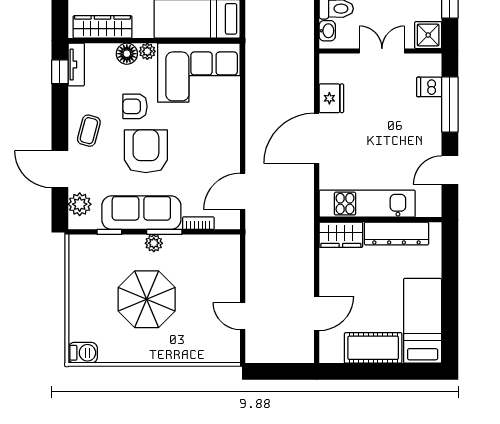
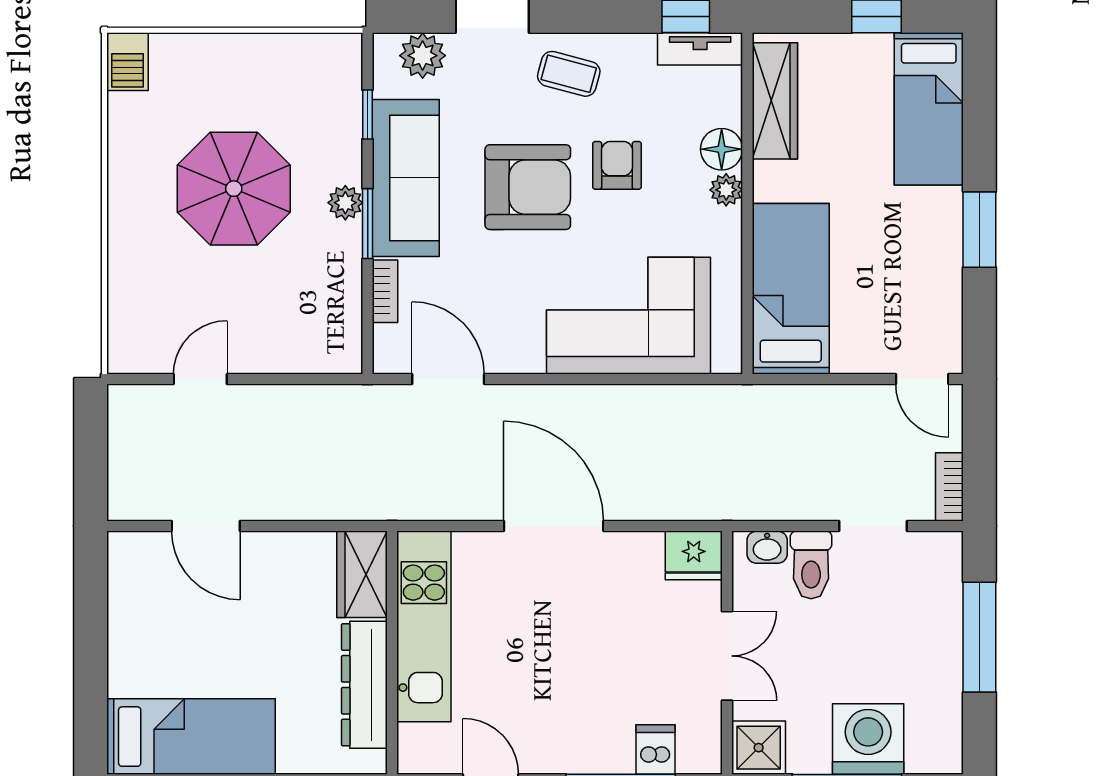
corner sofa: (199, 73) -> (628, 316), moved, turned 90
fridge: (331, 98) -> (694, 555), moved
cot: (373, 348) -> (137, 638), removed

